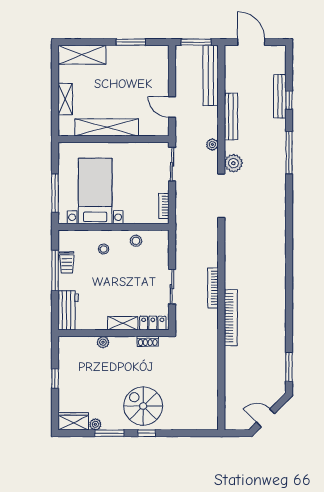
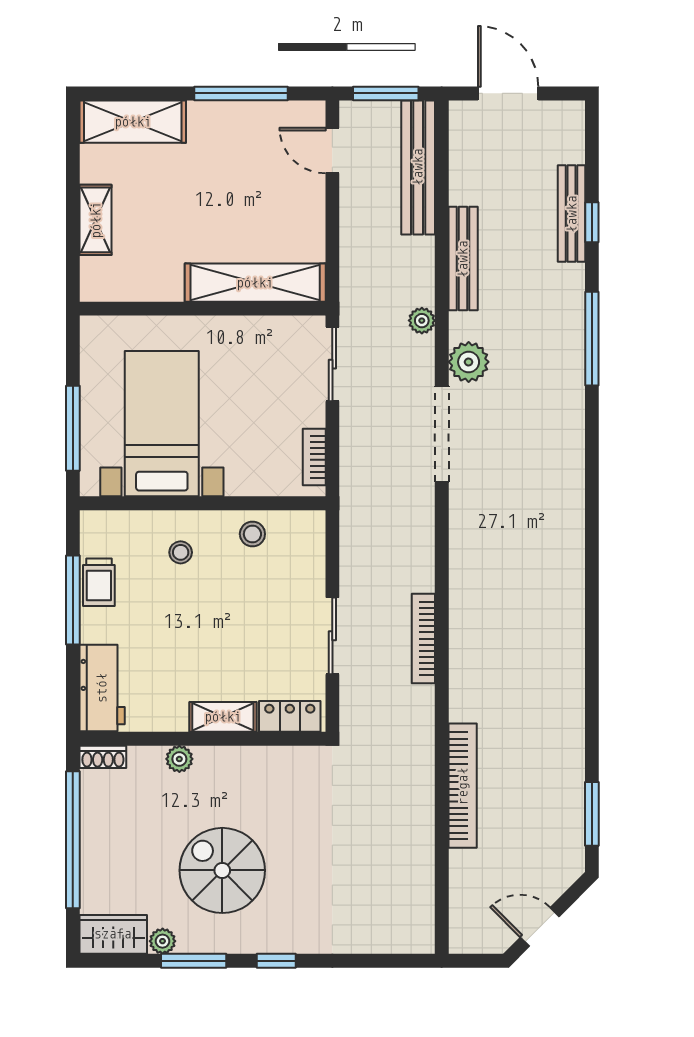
window: (131, 42) -> (241, 93), width x1.44
door: (172, 107) -> (332, 151), moved
shelving: (107, 127) -> (255, 283), moved
bookcase: (231, 318) -> (463, 786), moved
shoe rack: (148, 341) -> (103, 757), moved
window: (55, 379) -> (73, 840), width x3.17
spiral stairs: (143, 406) -> (222, 870), moved

